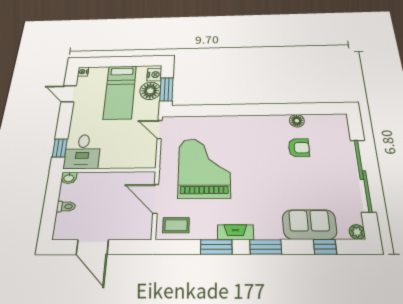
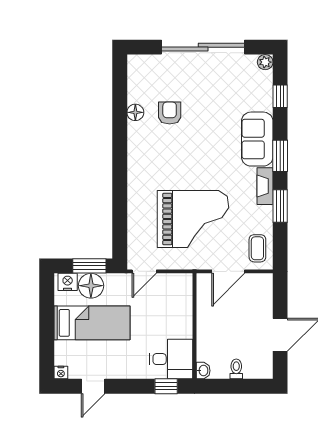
grand piano: (204, 168) -> (193, 219), turned 180
sofa: (309, 225) -> (257, 139), moved

